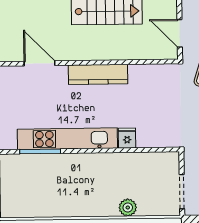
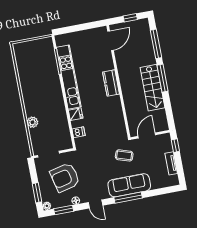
door: (40, 63) -> (111, 41), moved
kitchen counter: (98, 74) -> (111, 83), width x0.67
dishwasher: (156, 139) -> (79, 132), added

